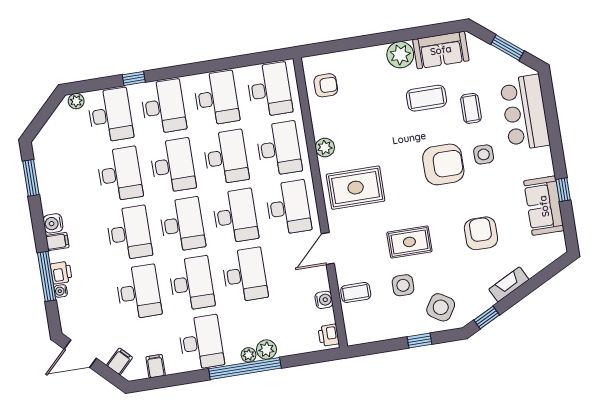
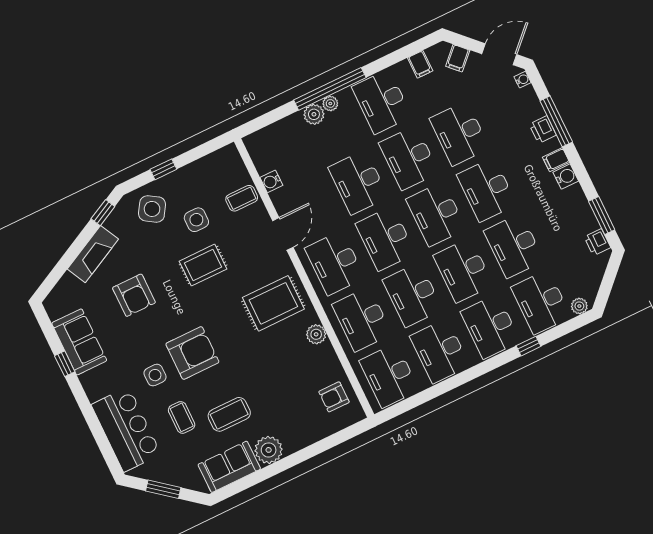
armchair: (443, 164) -> (192, 353), turned 180
fireplace: (509, 284) -> (93, 254), width x1.37, depth x1.32
water cooler: (61, 291) -> (522, 80), moved
printer: (329, 335) -> (597, 242), moved, turned 180

